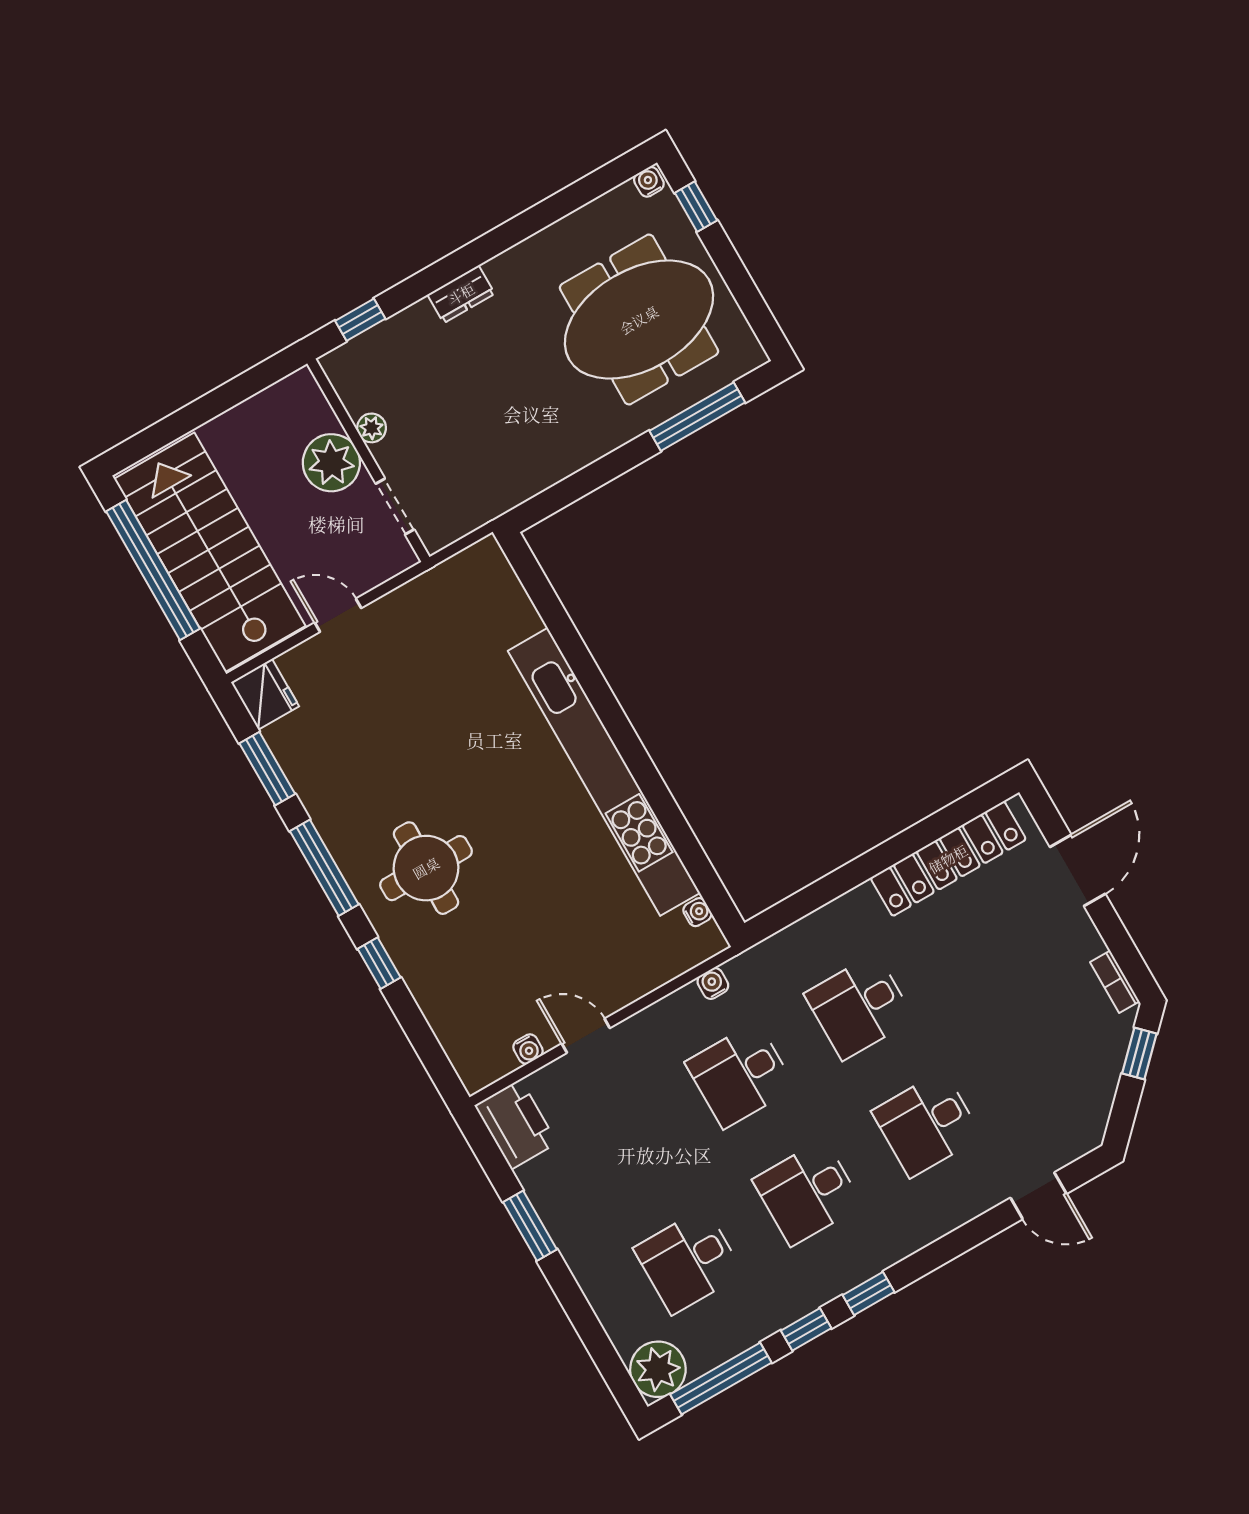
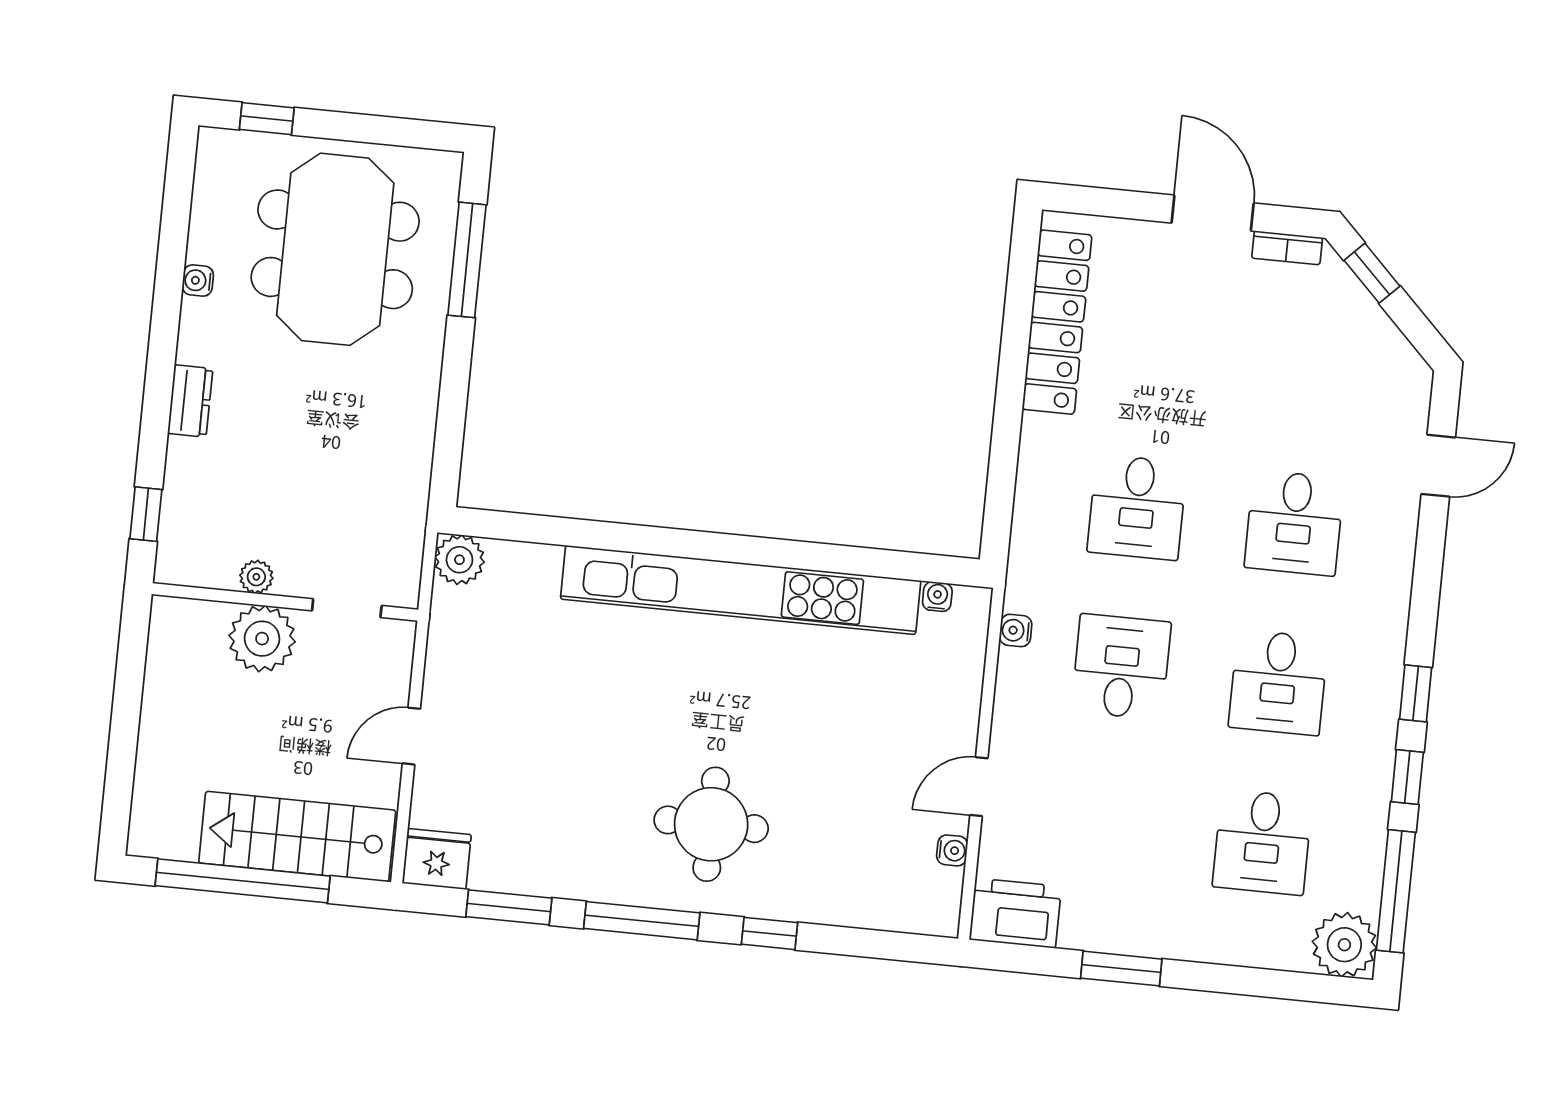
water cooler: (649, 182) -> (198, 281), moved
stairs: (210, 552) -> (297, 837), width x0.73, depth x0.66
plant: (485, 561) -> (459, 560), added
door: (1078, 870) -> (1213, 213), moved
desk: (740, 1075) -> (1121, 667), turned 180

